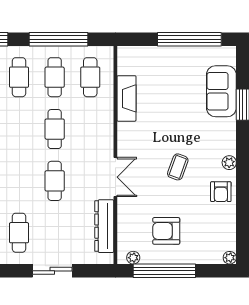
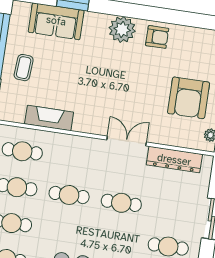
plant: (229, 163) -> (122, 29), width x1.87, depth x1.87
coffee table: (178, 167) -> (24, 68), moved, turned 74
armchair: (166, 231) -> (189, 98), width x1.36, depth x1.36

